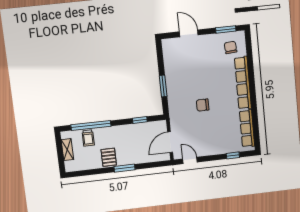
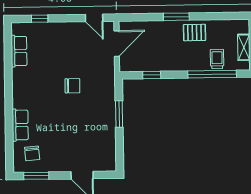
row of seats: (243, 83) -> (20, 125), width x0.50
row of seats: (247, 128) -> (19, 51), width x0.68
pallet: (109, 157) -> (194, 33), turned 90

